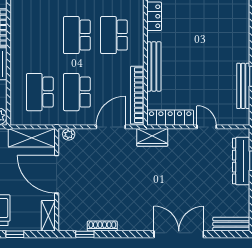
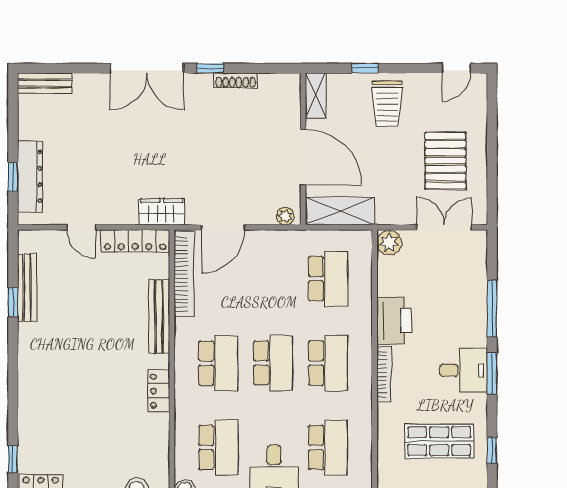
school desk: (77, 92) -> (328, 363), moved
window: (85, 234) -> (210, 68), moved
double door: (179, 234) -> (147, 68), moved

